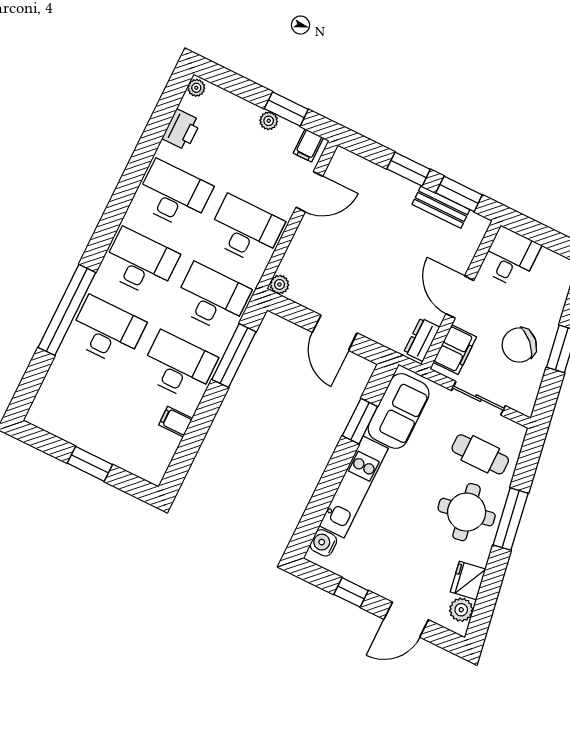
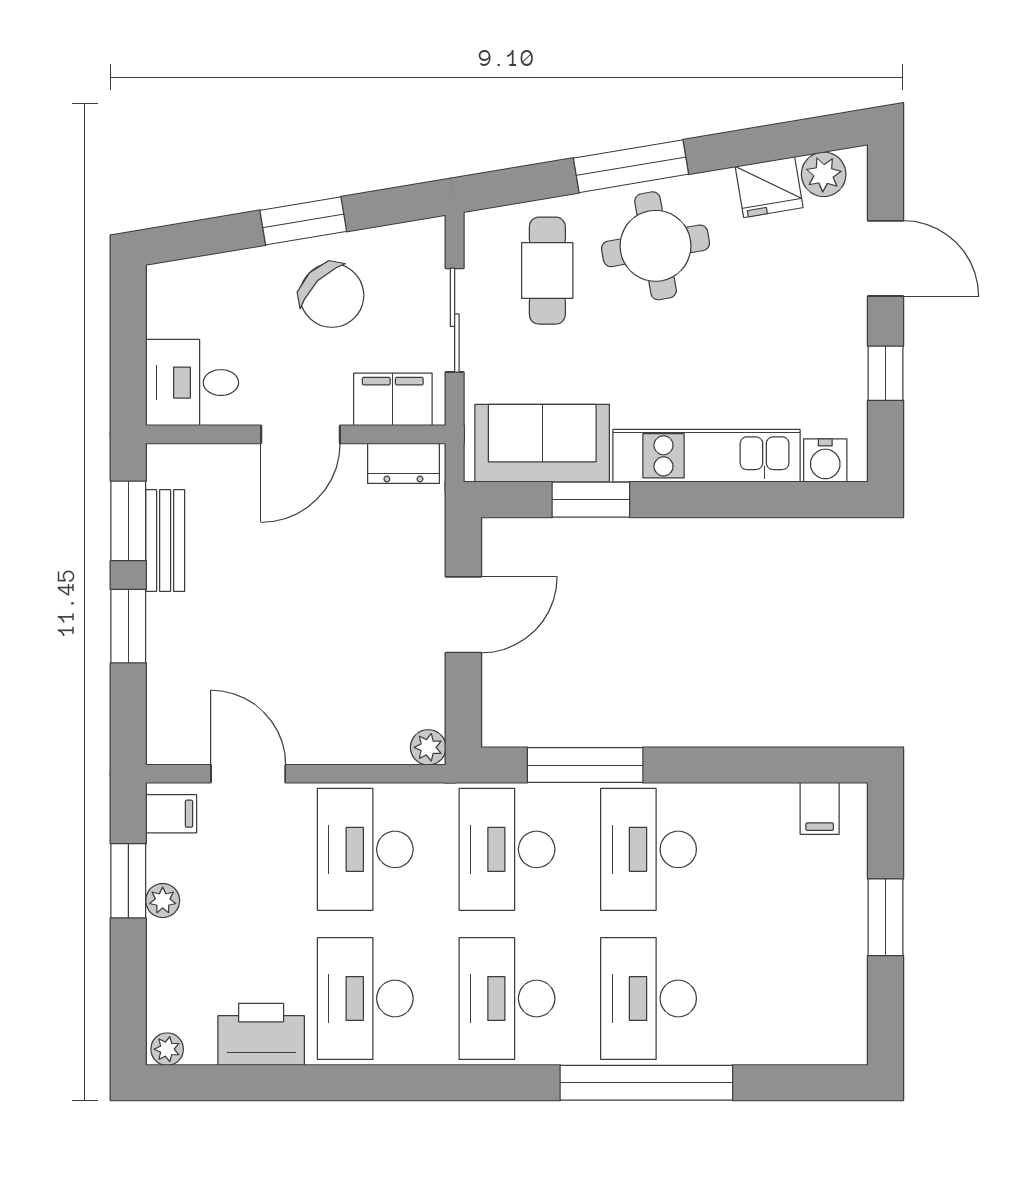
printer: (182, 130) -> (261, 1034), width x1.37, depth x1.19
filing cabinet: (176, 422) -> (820, 808), moved

